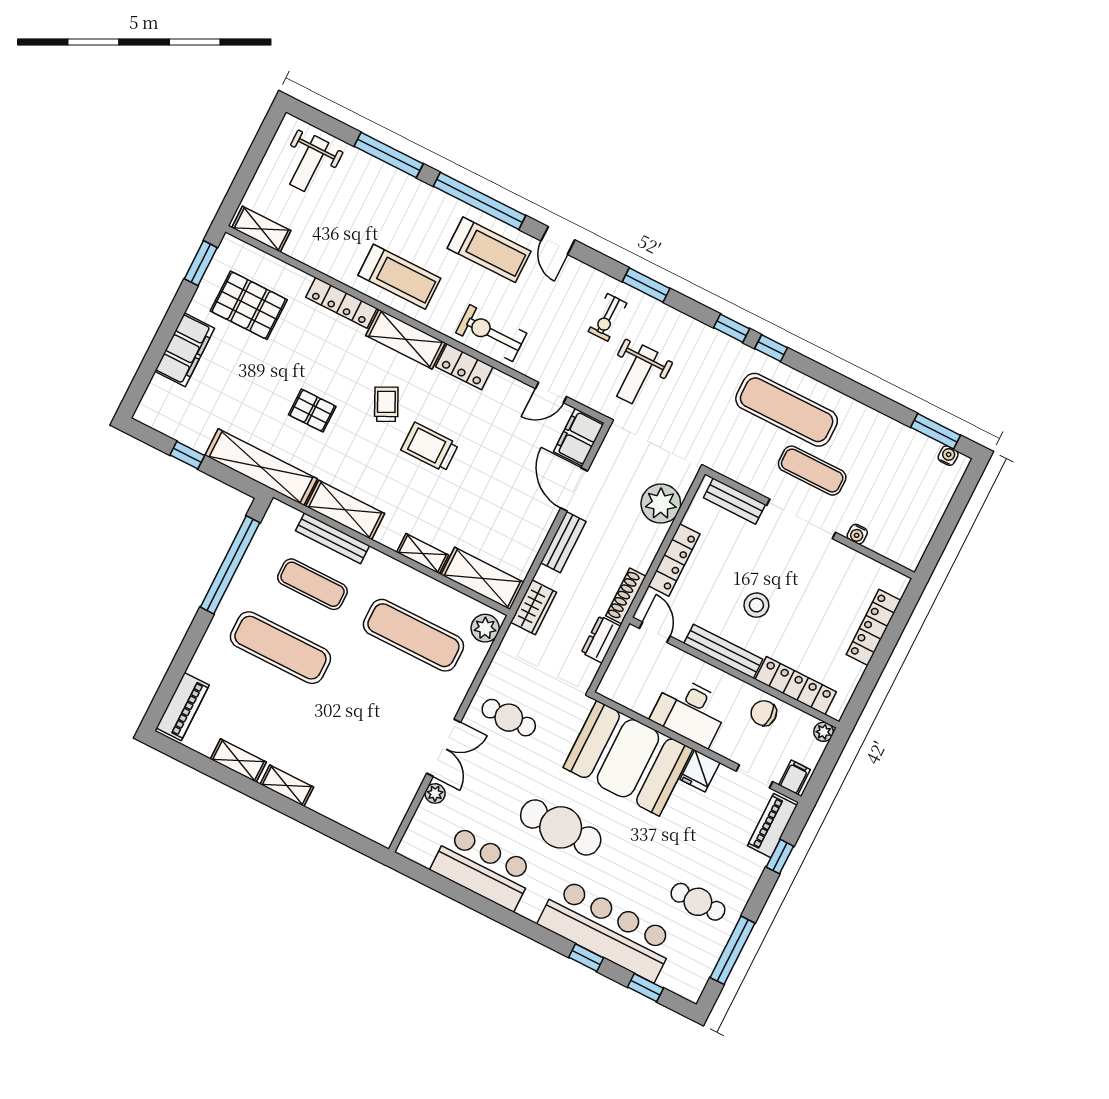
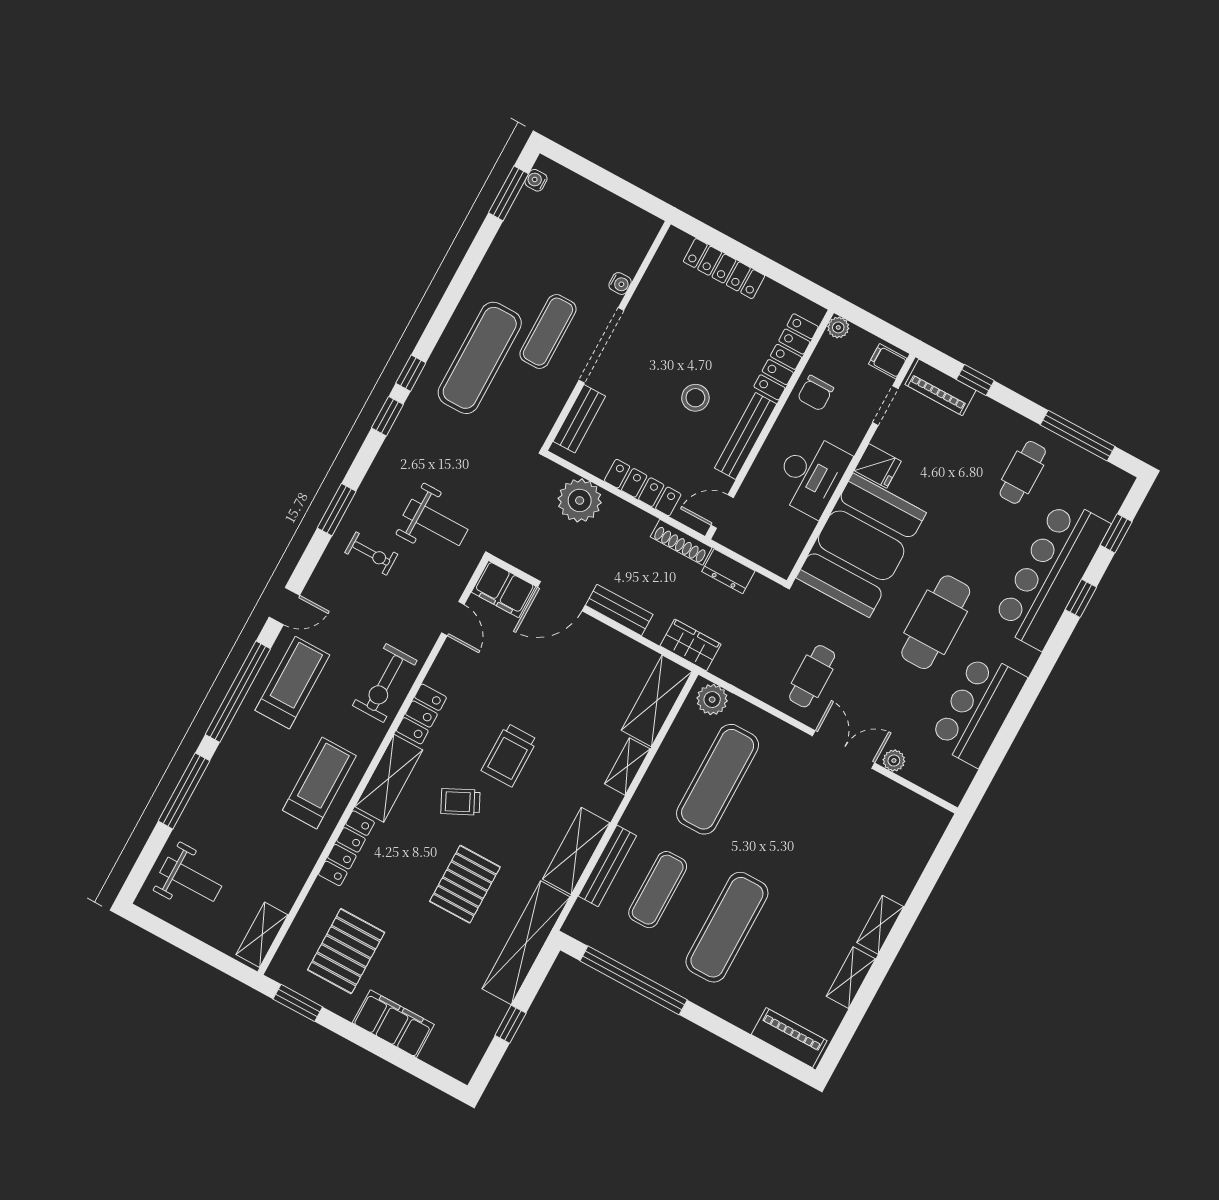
pallet: (312, 411) -> (465, 884), width x1.50, depth x1.42

